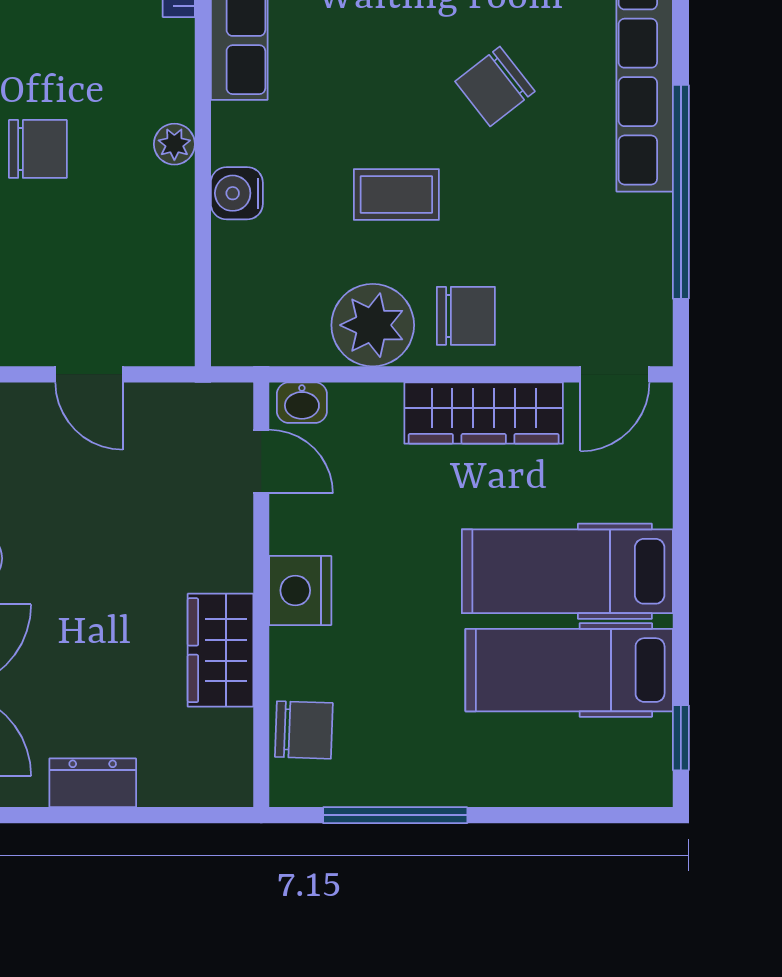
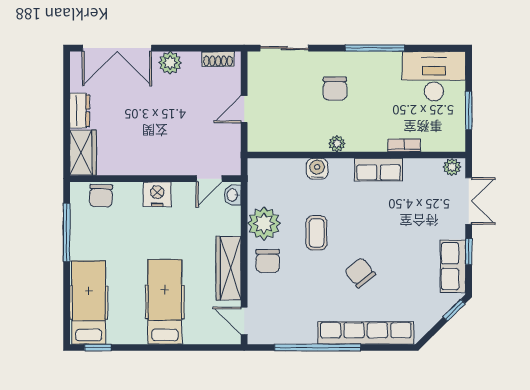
wardrobe: (220, 650) -> (83, 153), moved, turned 90
hospital bed: (569, 670) -> (89, 303), moved

